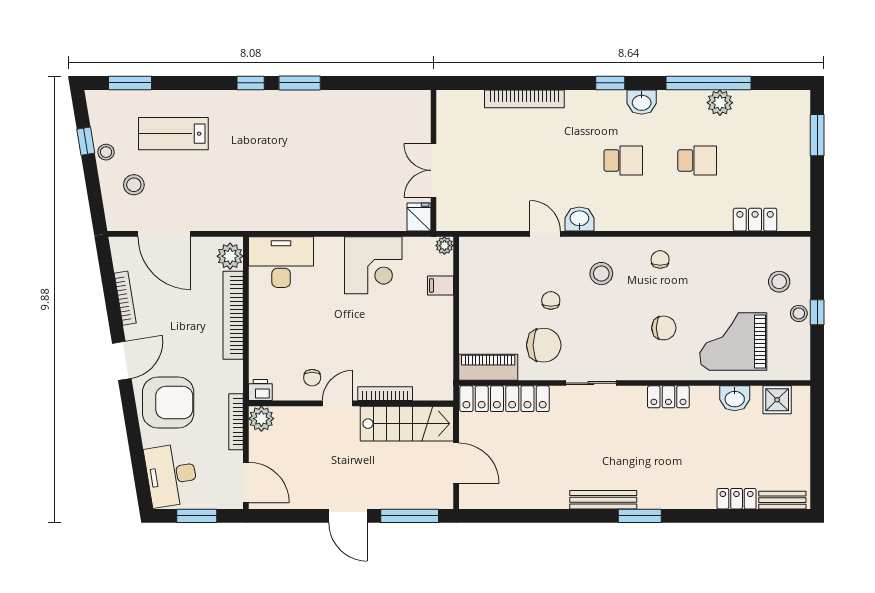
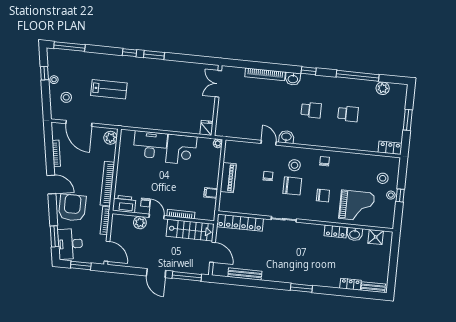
window: (130, 83) -> (69, 46), width x1.44
washbasin: (642, 102) -> (293, 79), moved
plant: (720, 103) -> (383, 88), moved
lab bench: (173, 134) -> (109, 89), moved, turned 180
window: (817, 135) -> (408, 120), moved
double door: (433, 170) -> (218, 84), moved
locker: (755, 220) -> (390, 148), moved
desk: (281, 262) -> (150, 145), moved
filing cabinet: (440, 285) -> (211, 193), moved
bookcase: (233, 315) -> (107, 184), moved
grand piano: (733, 341) -> (357, 206), turned 180
chair: (544, 345) -> (292, 186), moved
door: (122, 361) -> (51, 184), hinge flipped
piano: (488, 367) -> (228, 178), moved, turned 90
printer: (260, 390) -> (124, 204), width x1.87, depth x1.48
locker: (668, 397) -> (335, 231), moved
armchair: (168, 403) -> (72, 208), turned -90
door: (338, 403) -> (157, 217), hinge flipped
plant: (261, 419) -> (140, 223), moved
window: (139, 463) -> (54, 236), added
bench: (603, 500) -> (245, 274), moved

